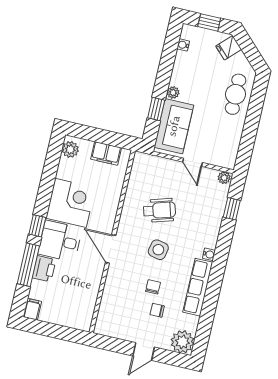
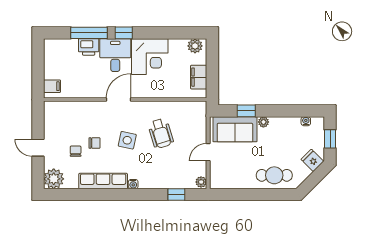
filing cabinet: (32, 309) -> (52, 86), moved

